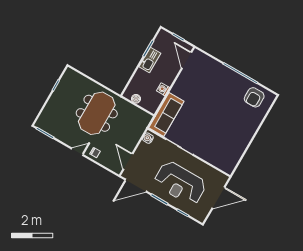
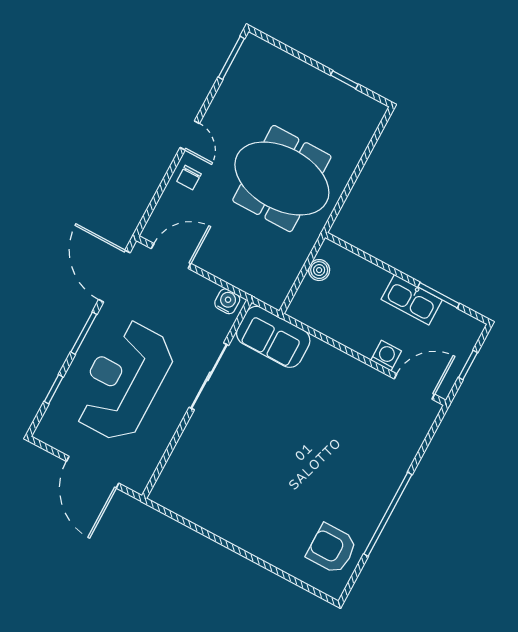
washing machine: (163, 89) -> (386, 356), moved
sofa: (166, 114) -> (273, 337), width x0.73

